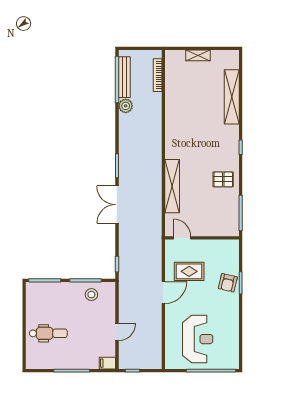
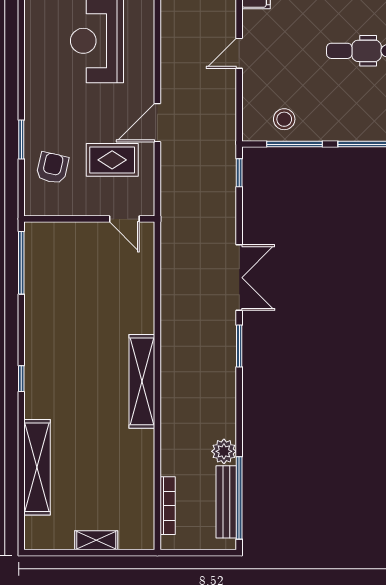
pallet: (223, 179) -> (52, 322), removed
shelving: (172, 186) -> (142, 381), moved
armchair: (228, 283) -> (52, 168), moved

